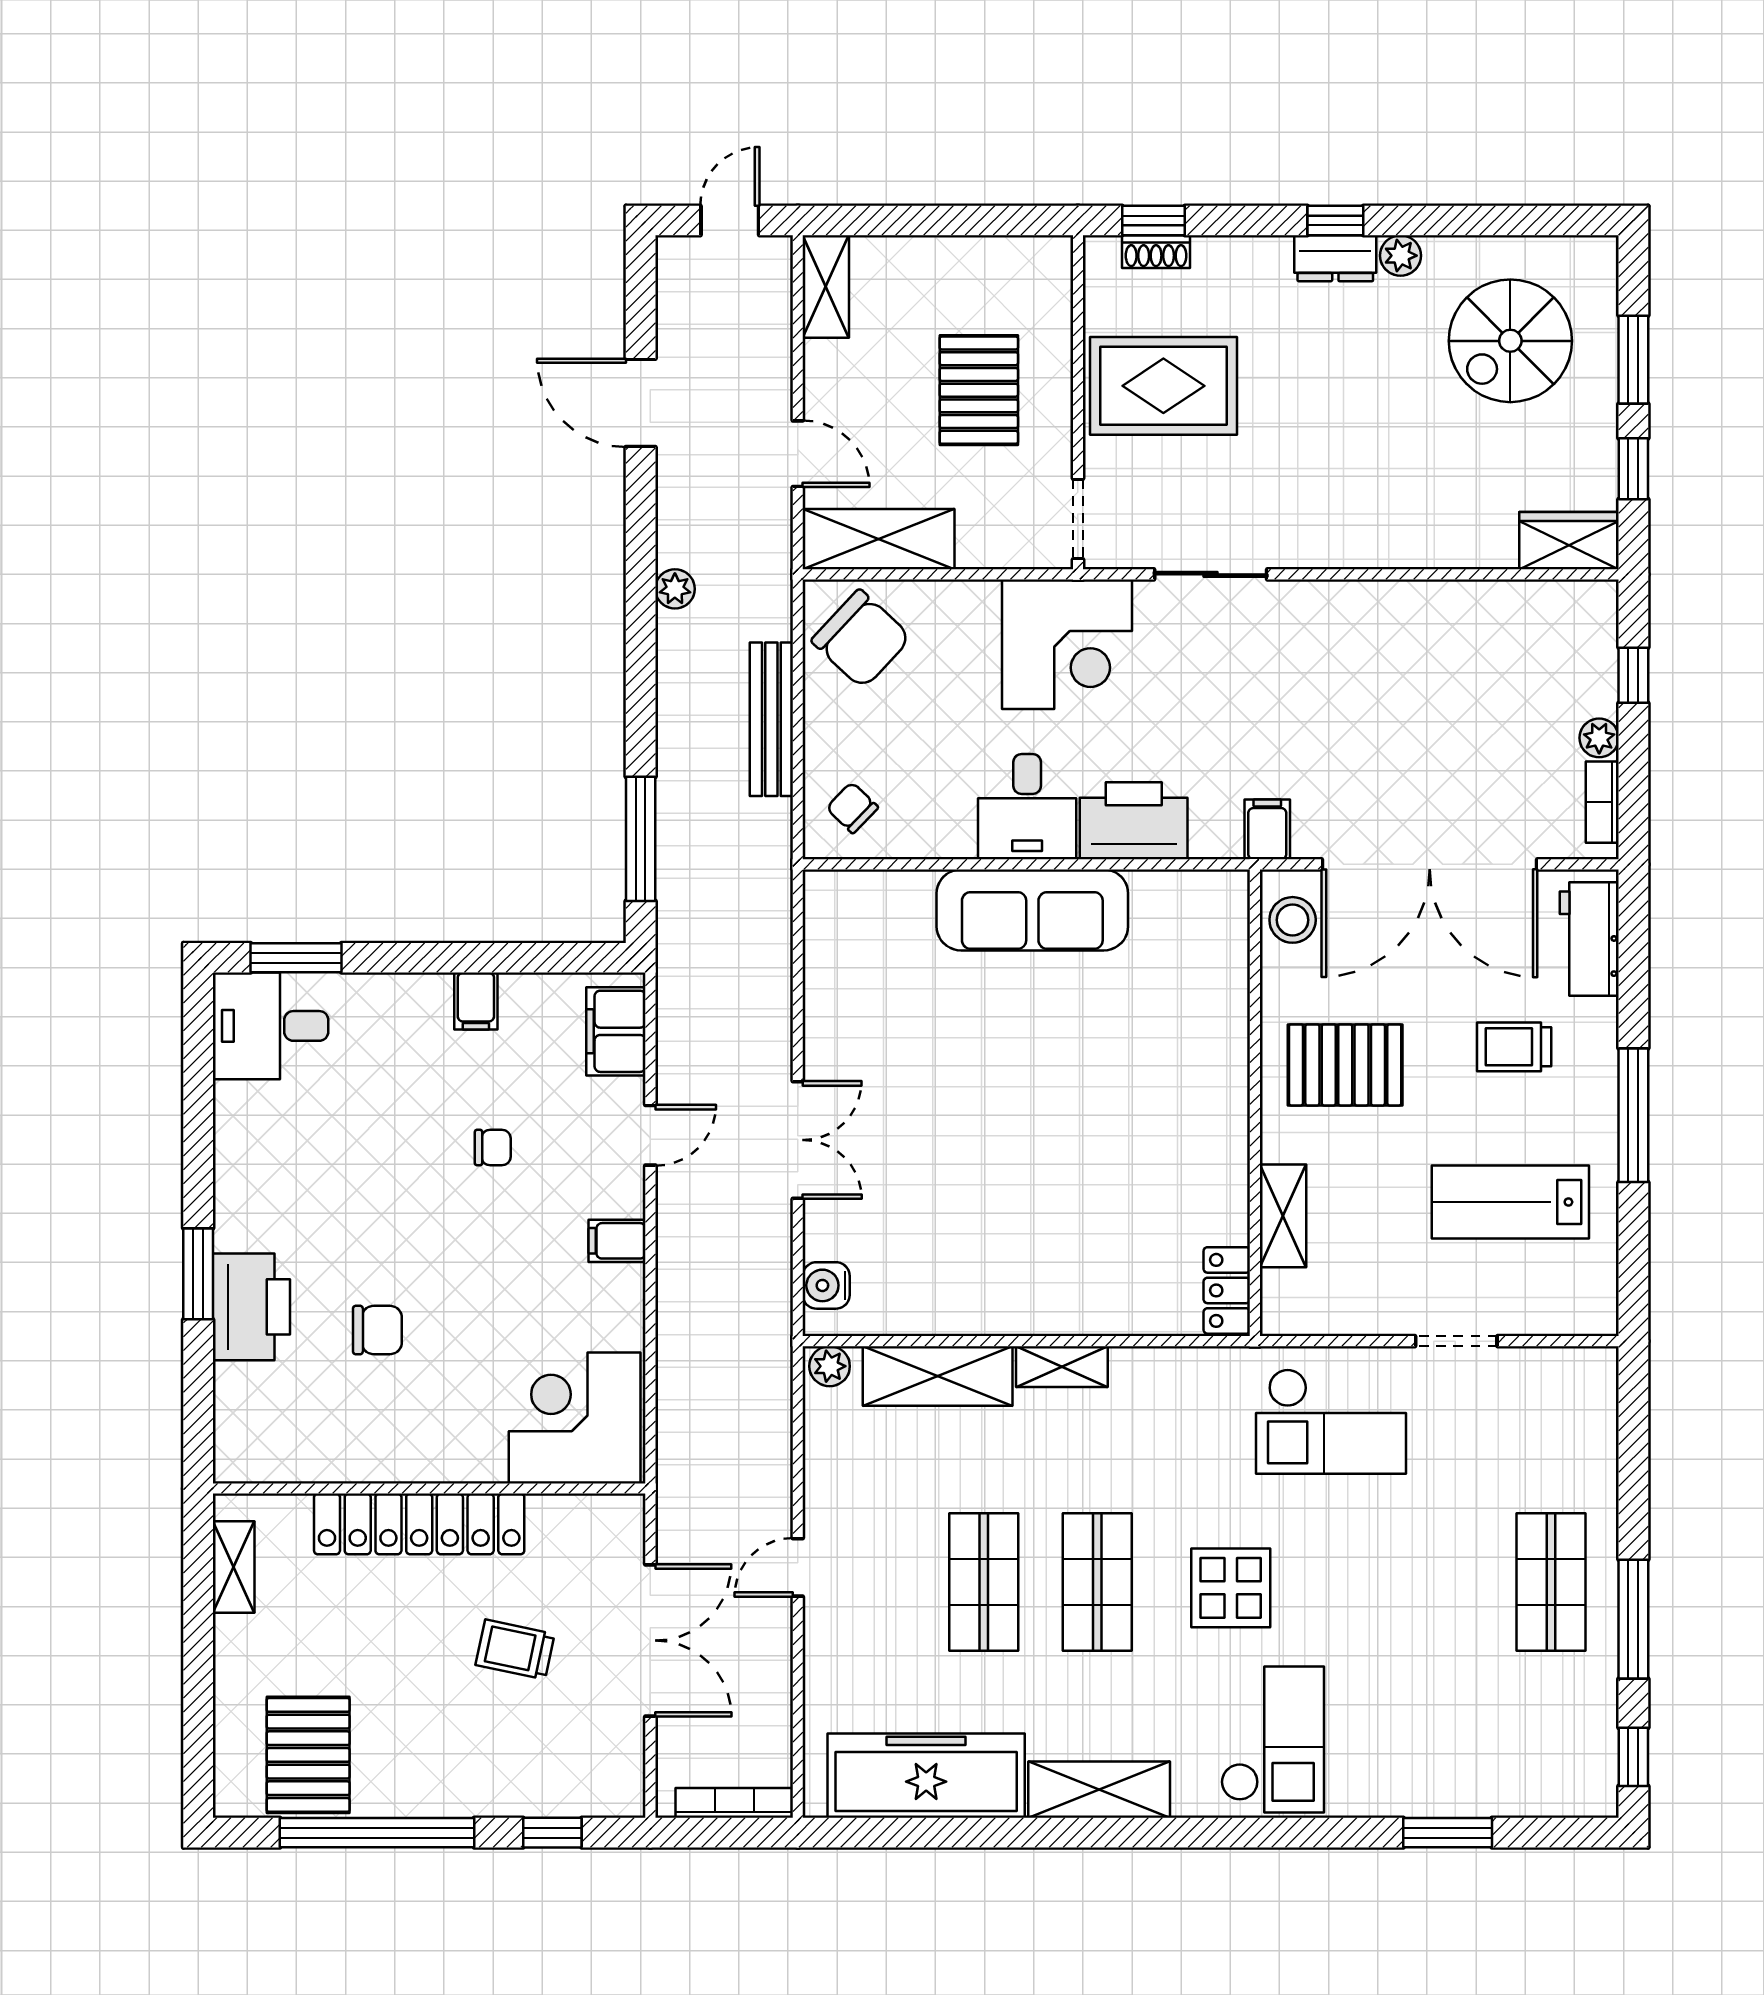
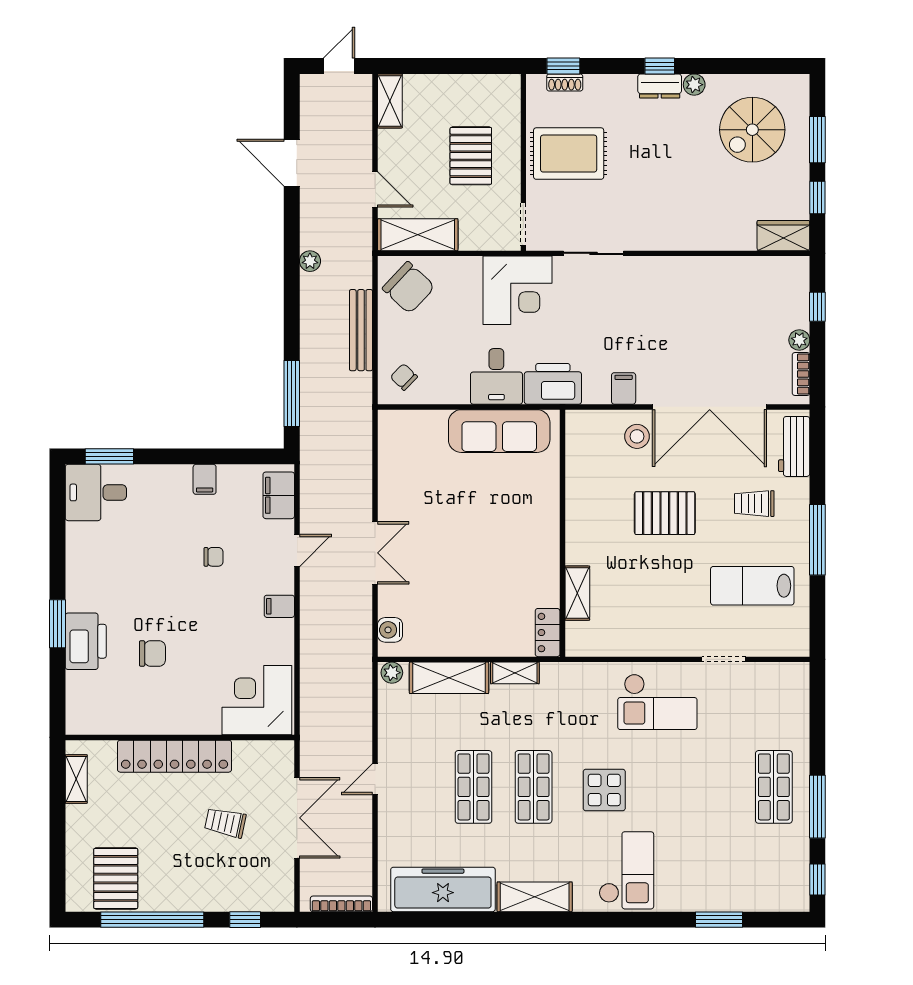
wall: (1255, 1103) -> (562, 533), moved
shelving: (1283, 1216) -> (577, 593), moved
locker: (1227, 1290) -> (548, 633), moved

